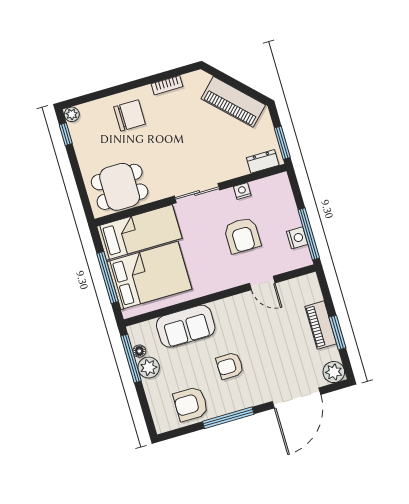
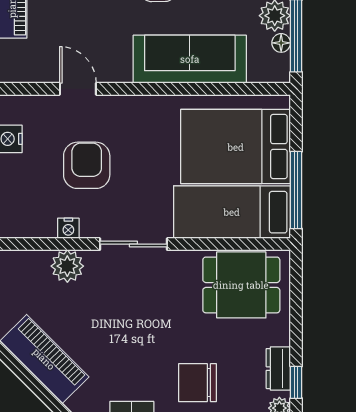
dresser: (263, 161) -> (278, 369), moved, turned 90
plant: (236, 166) -> (67, 266), added
window: (107, 278) -> (296, 190), moved
sofa: (186, 326) -> (190, 59), width x1.36

